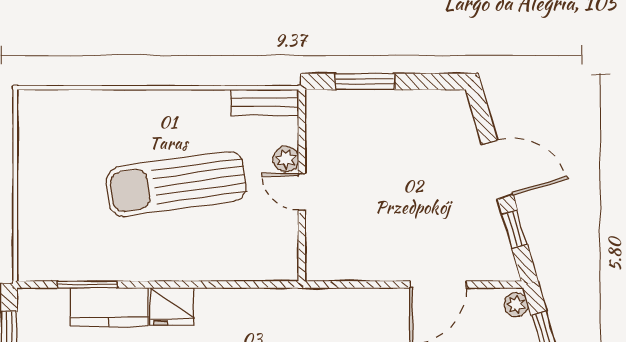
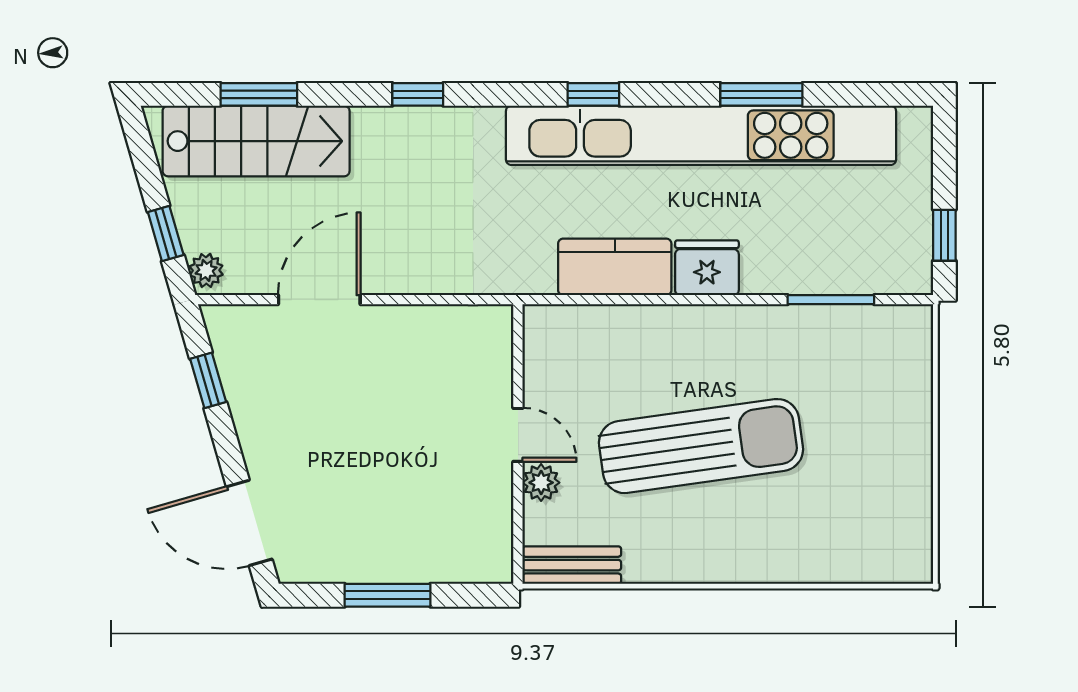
window: (365, 82) -> (388, 595), moved
door: (497, 170) -> (249, 523), moved
kitchen counter: (109, 307) -> (615, 267), moved

